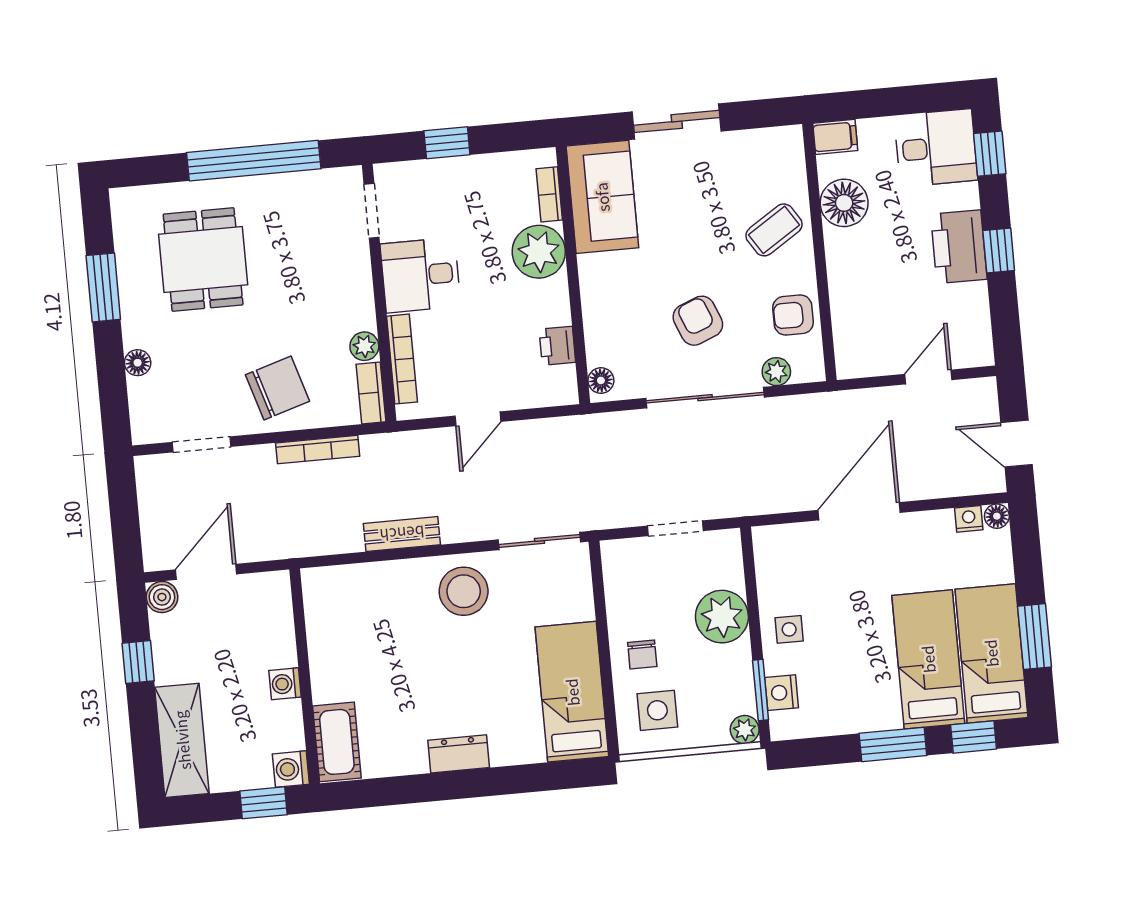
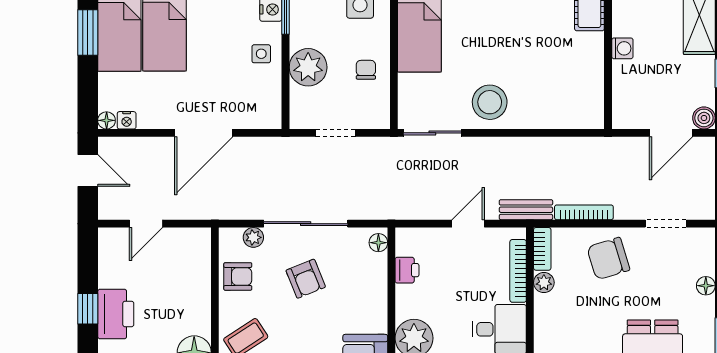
bench: (402, 534) -> (526, 210), moved
chair: (642, 654) -> (366, 70), moved

